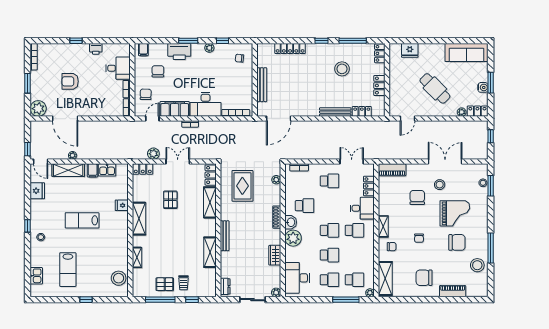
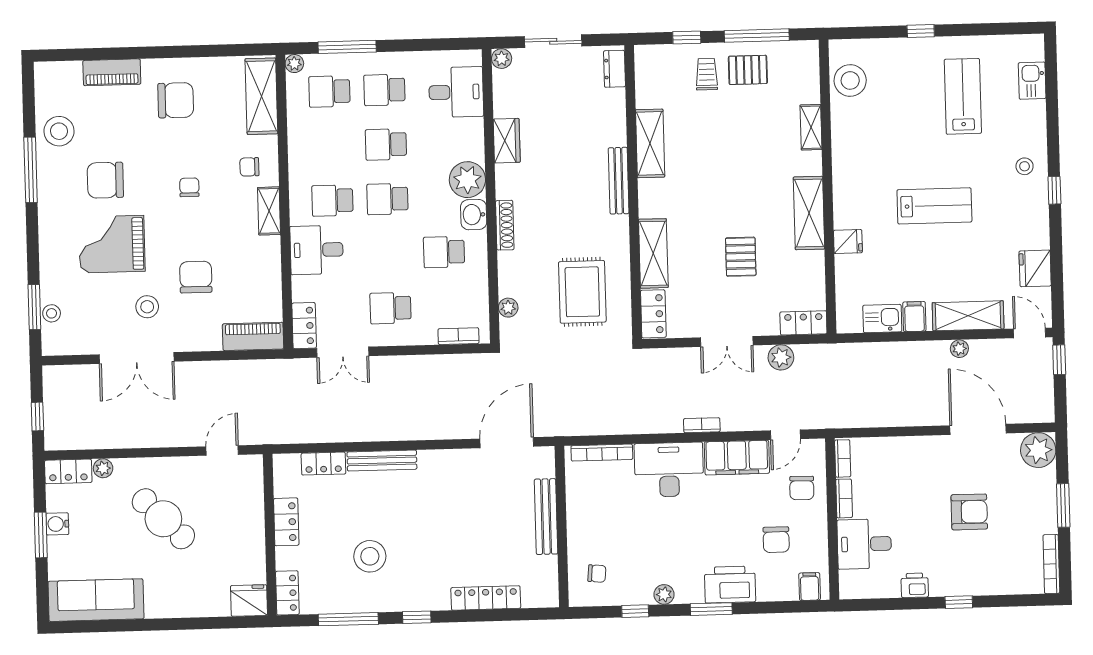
fridge: (410, 50) -> (249, 600), moved
locker: (369, 186) -> (304, 326), moved
chair: (417, 197) -> (196, 277), turned 180
desk: (297, 278) -> (456, 92), width x0.73

